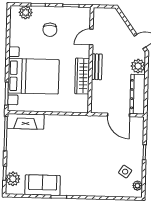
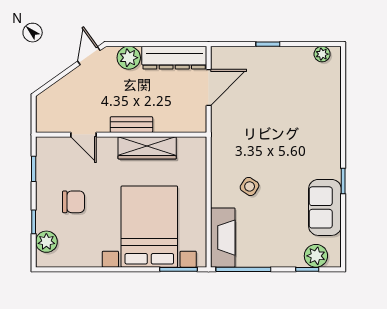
side table: (125, 172) -> (250, 186), moved

